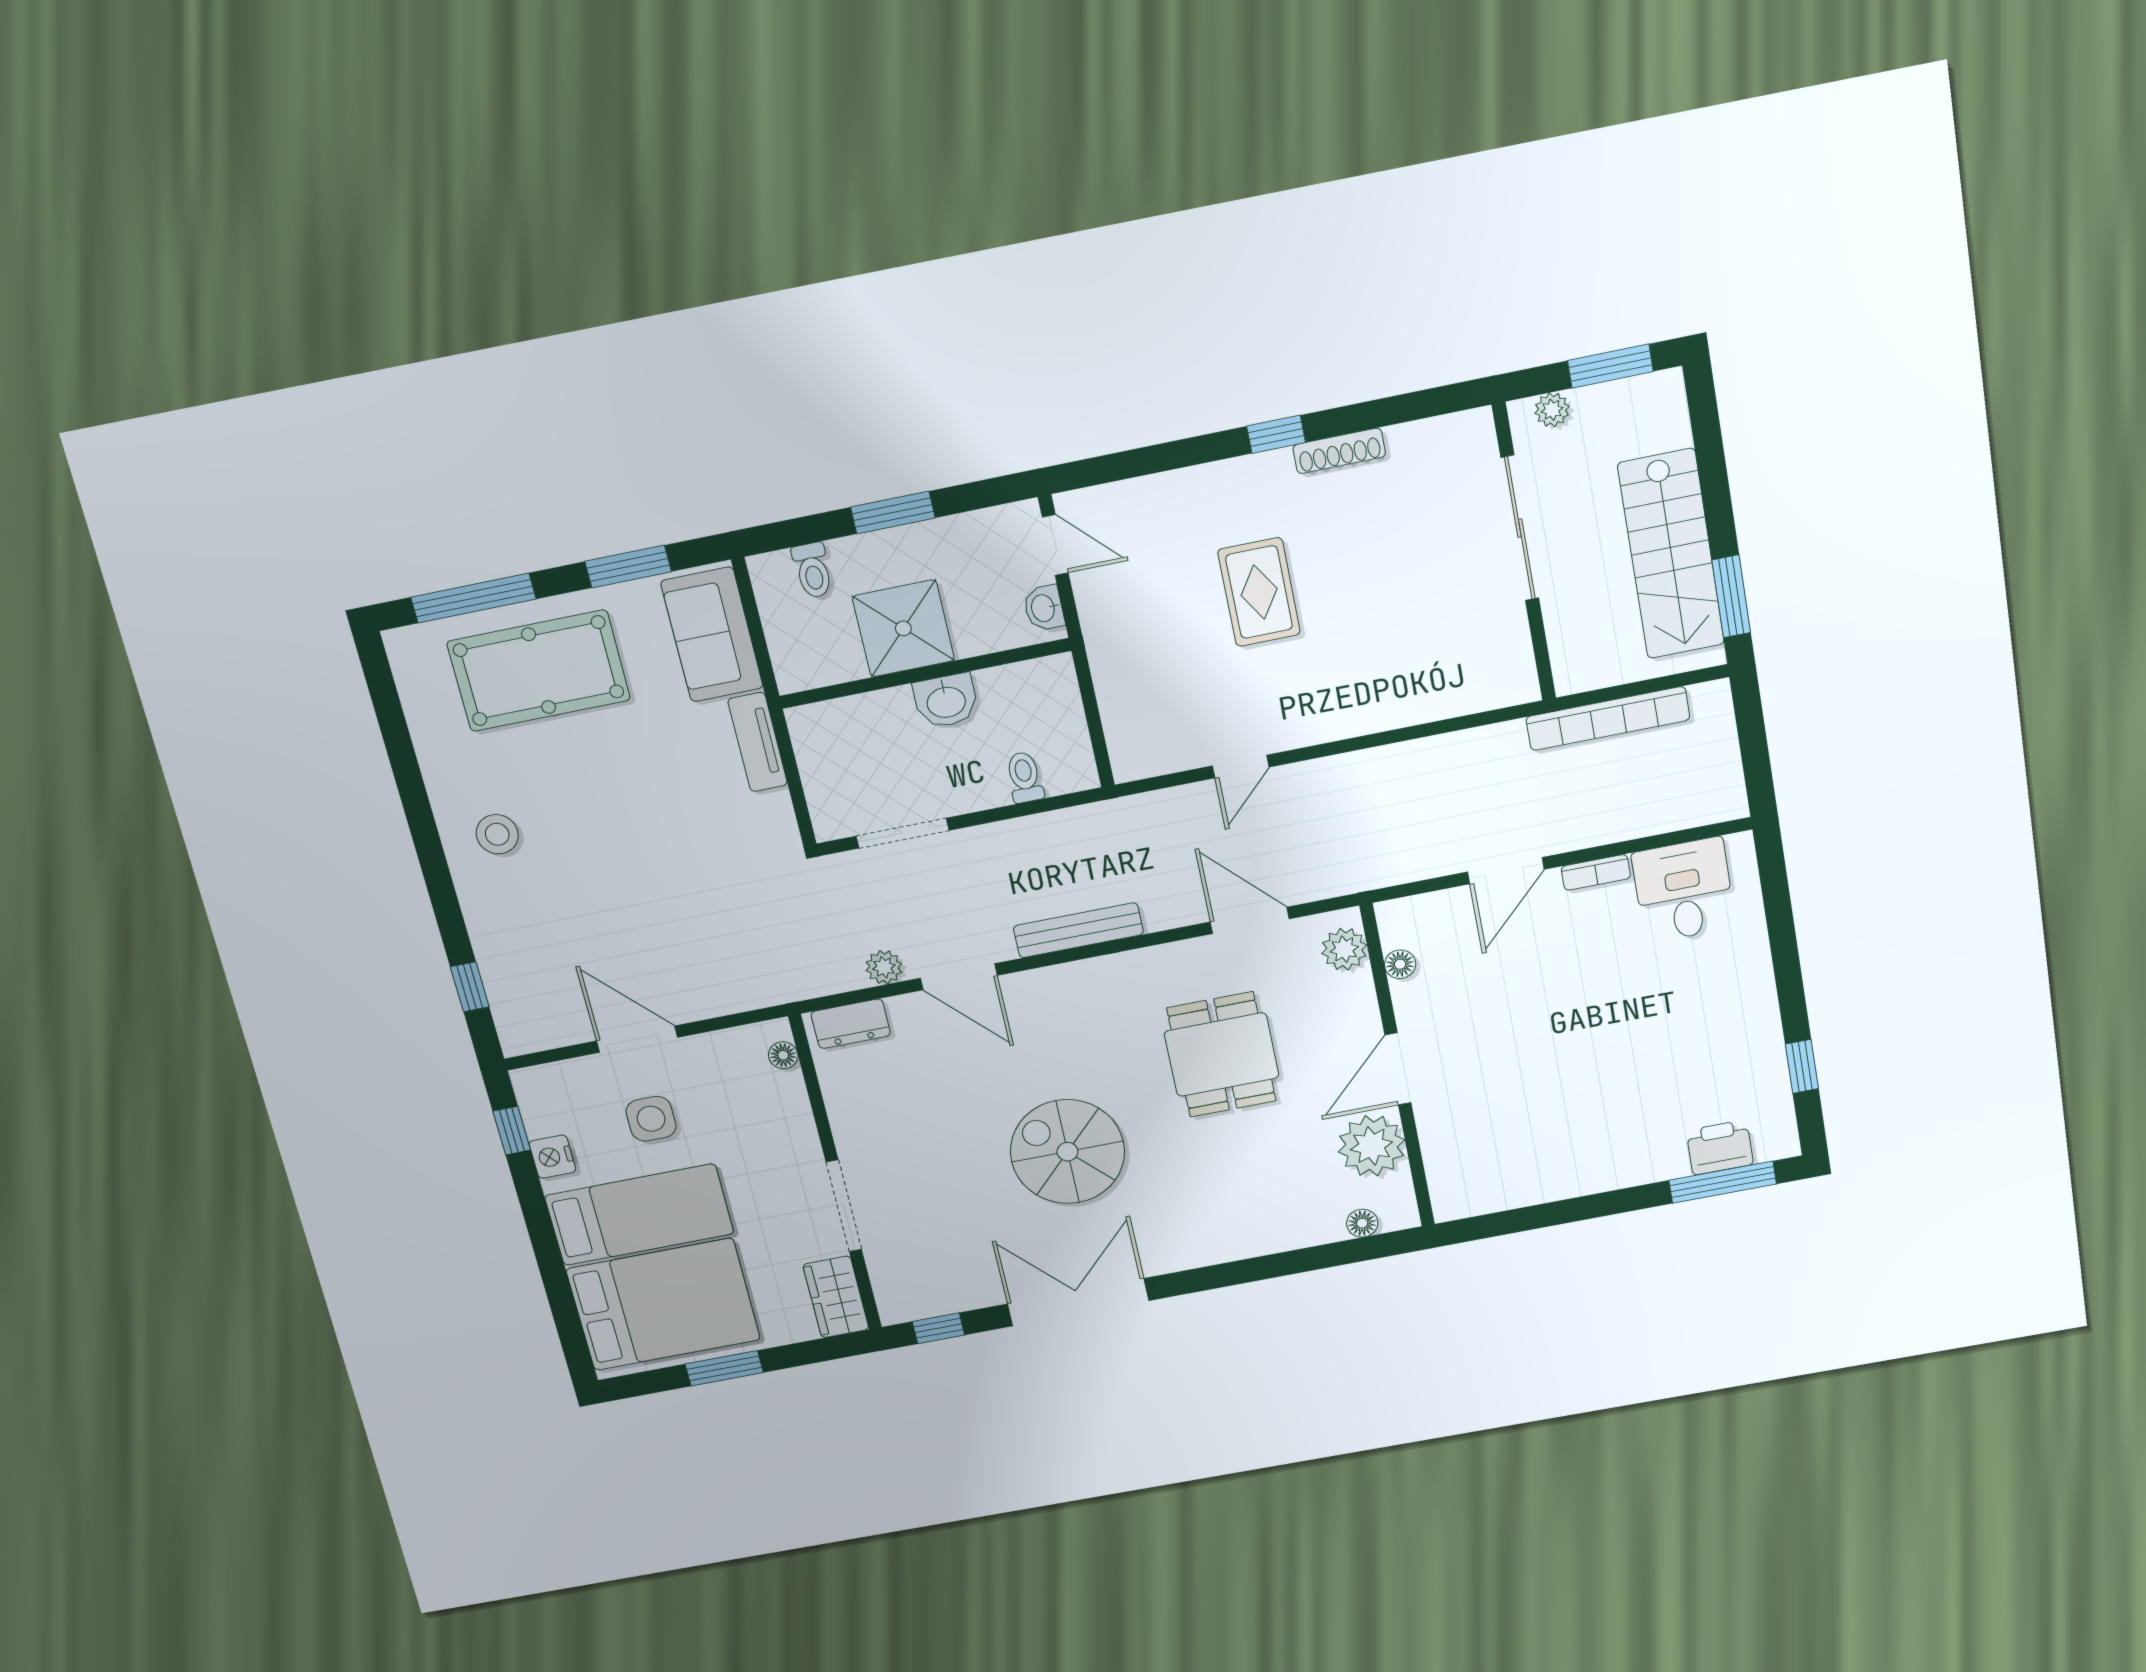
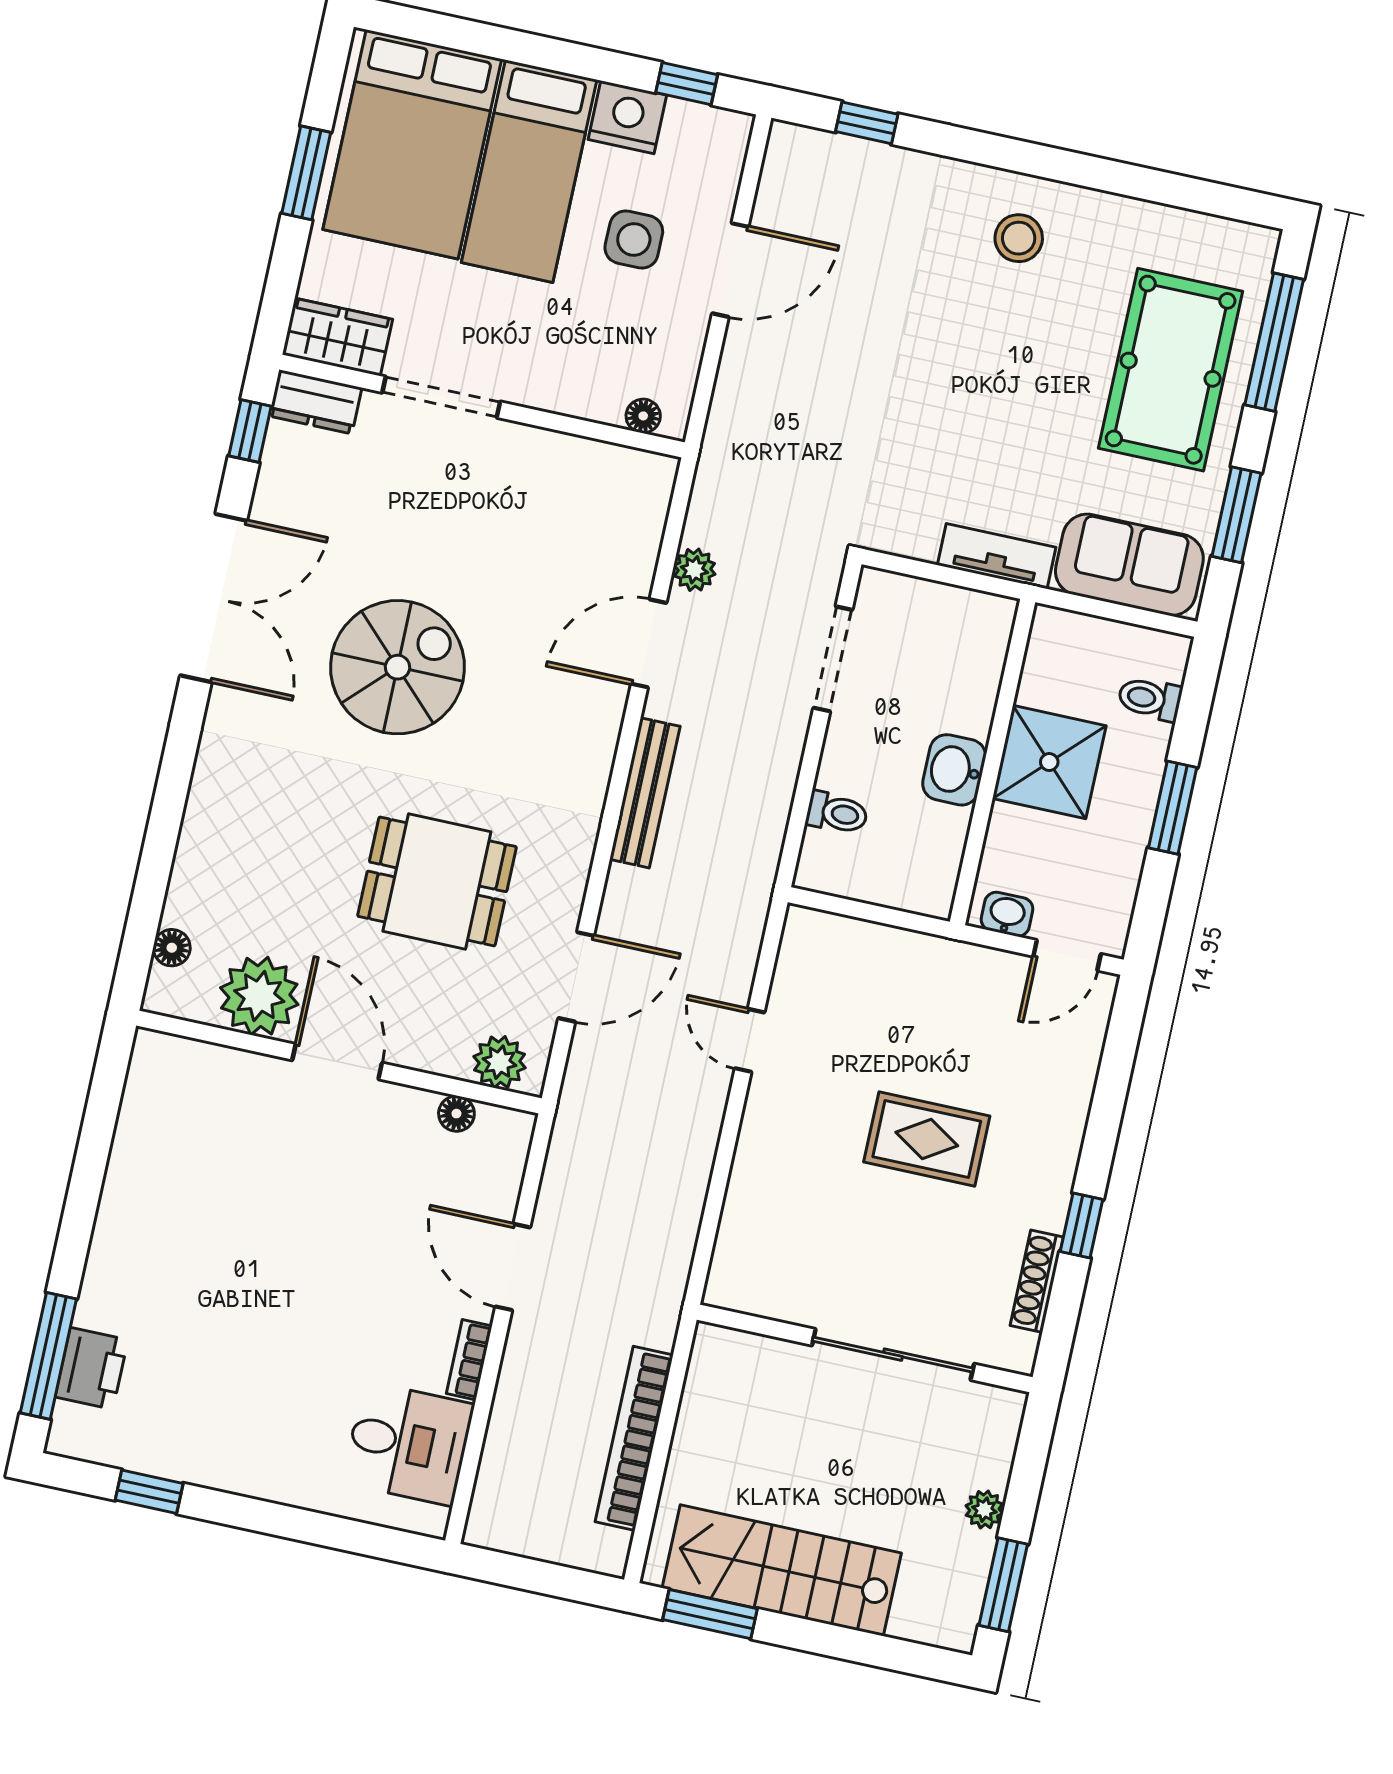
sliding door: (1520, 528) -> (893, 1355), moved
wall: (1524, 553) -> (865, 1348), moved
dresser: (851, 1024) -> (315, 402), moved, turned -90
nightstand: (552, 1157) -> (627, 117), width x1.36, depth x1.33

